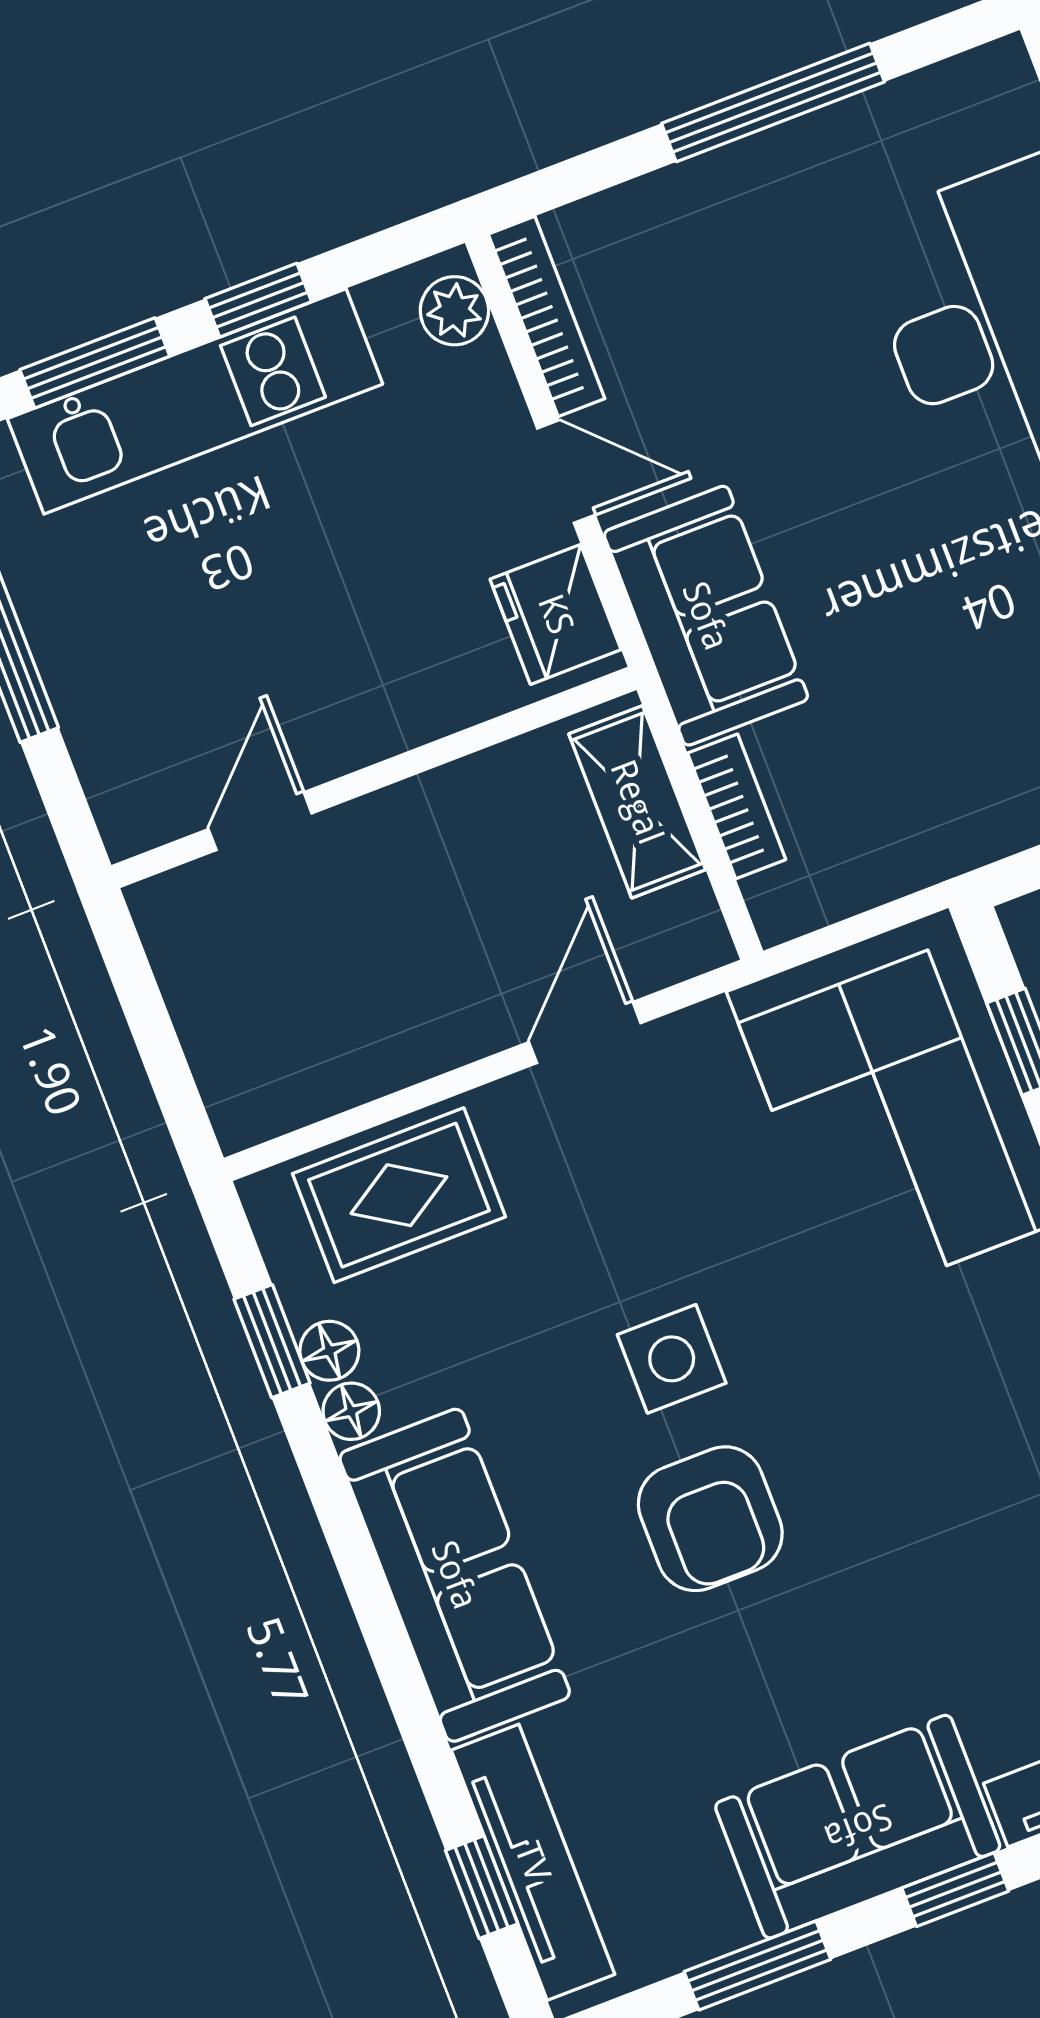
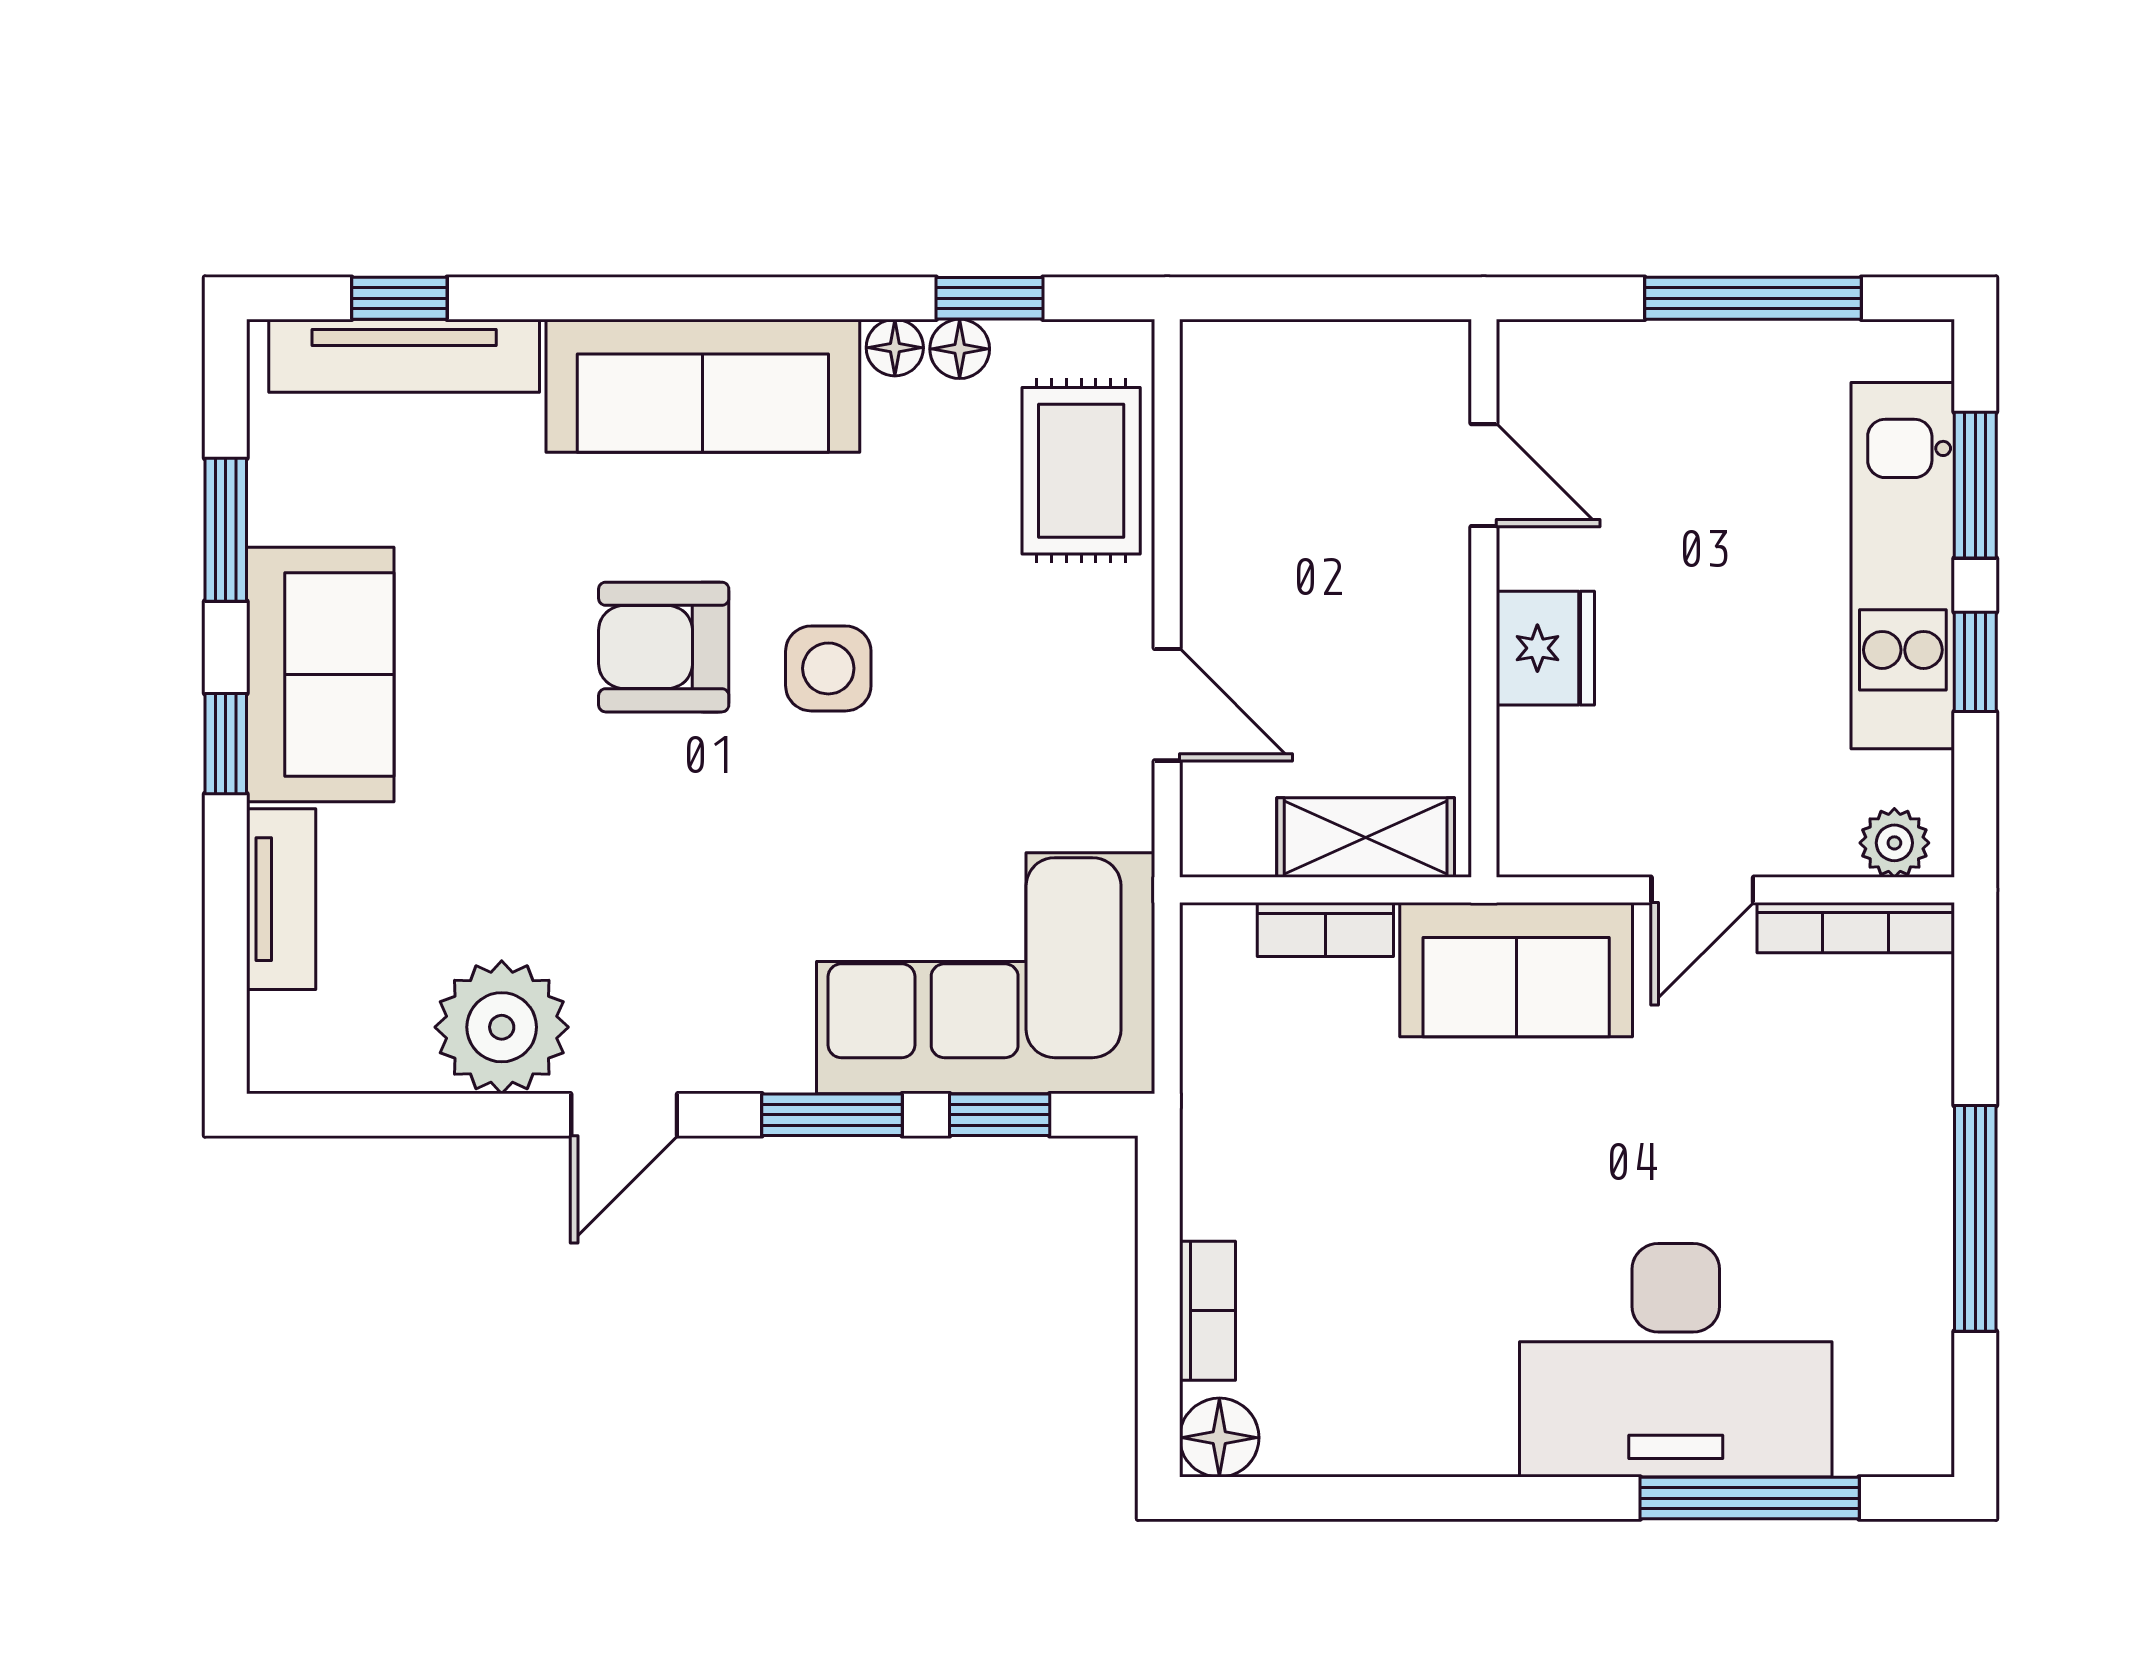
fridge: (556, 614) -> (1545, 648), moved, turned 90

